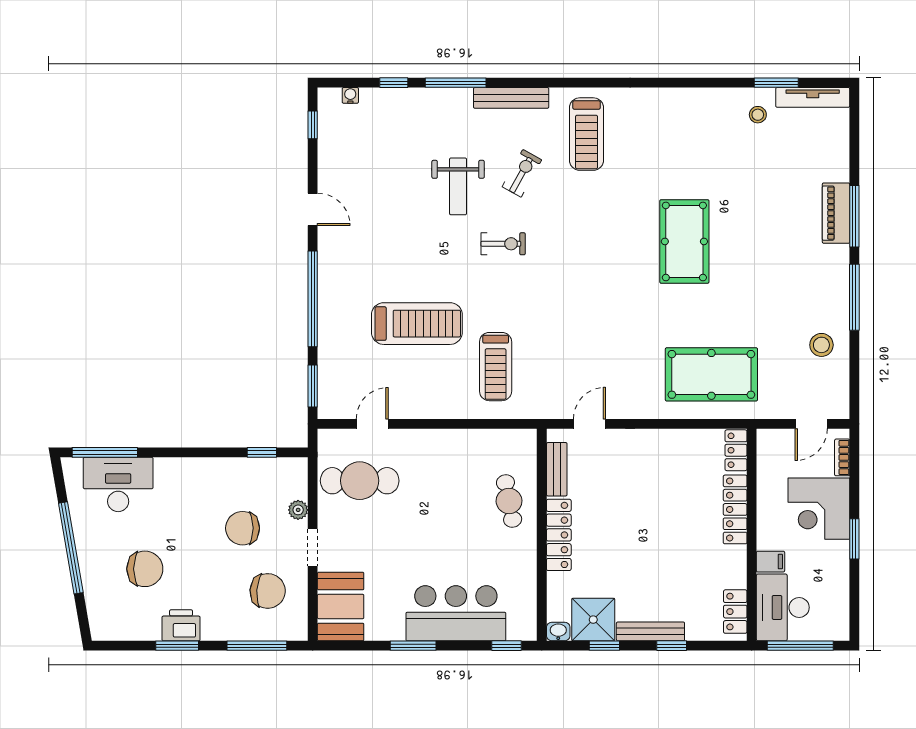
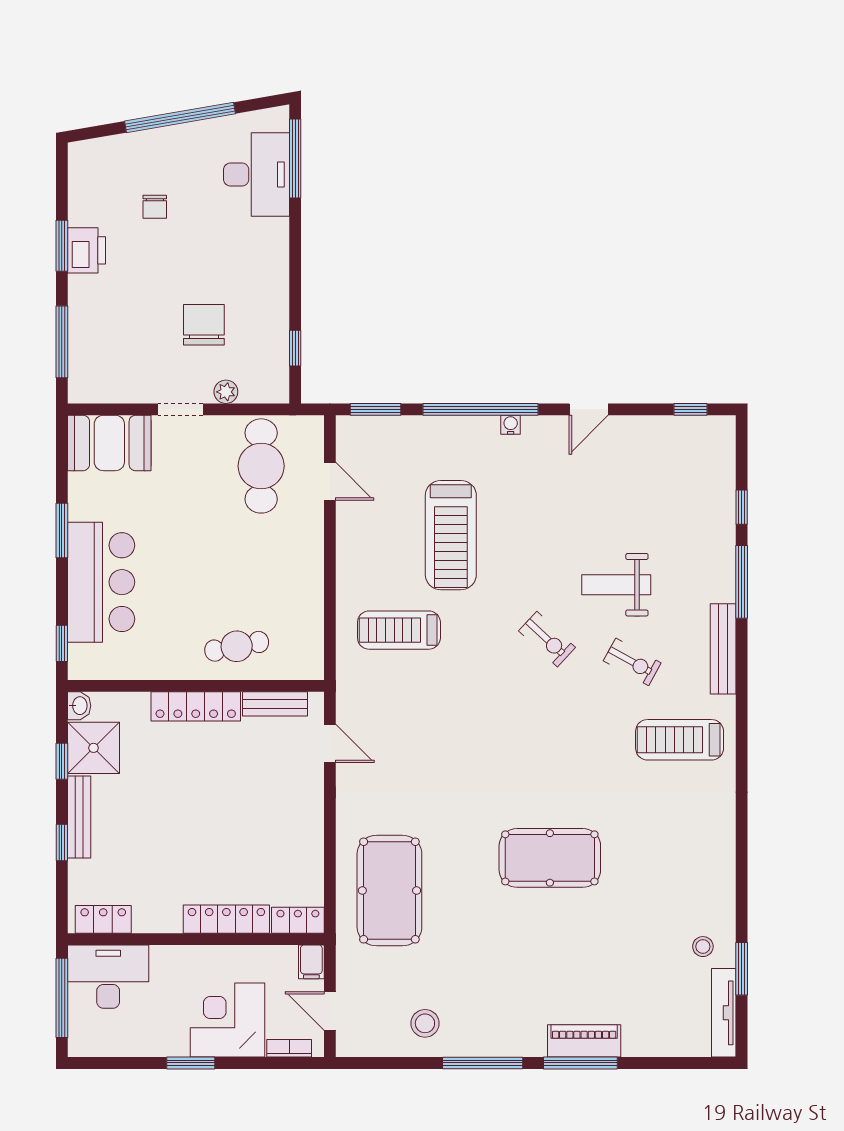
water cooler: (350, 95) -> (511, 425), moved, turned -90
exercise bike: (503, 244) -> (547, 639), turned -47
filing cabinet: (771, 562) -> (311, 962), moved
chair: (145, 569) -> (155, 207), width x0.54, depth x0.54
chair: (268, 591) -> (128, 355), removed

